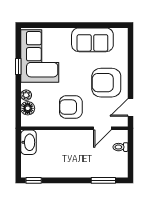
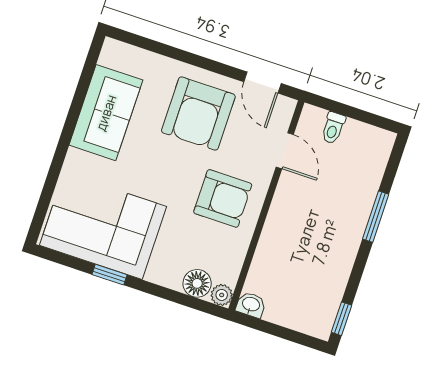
plant: (26, 95) -> (222, 295), moved
armchair: (71, 107) -> (223, 198), turned -90
washbasin: (28, 142) -> (251, 305), width x0.52, depth x0.69
window: (103, 180) -> (376, 217), moved

